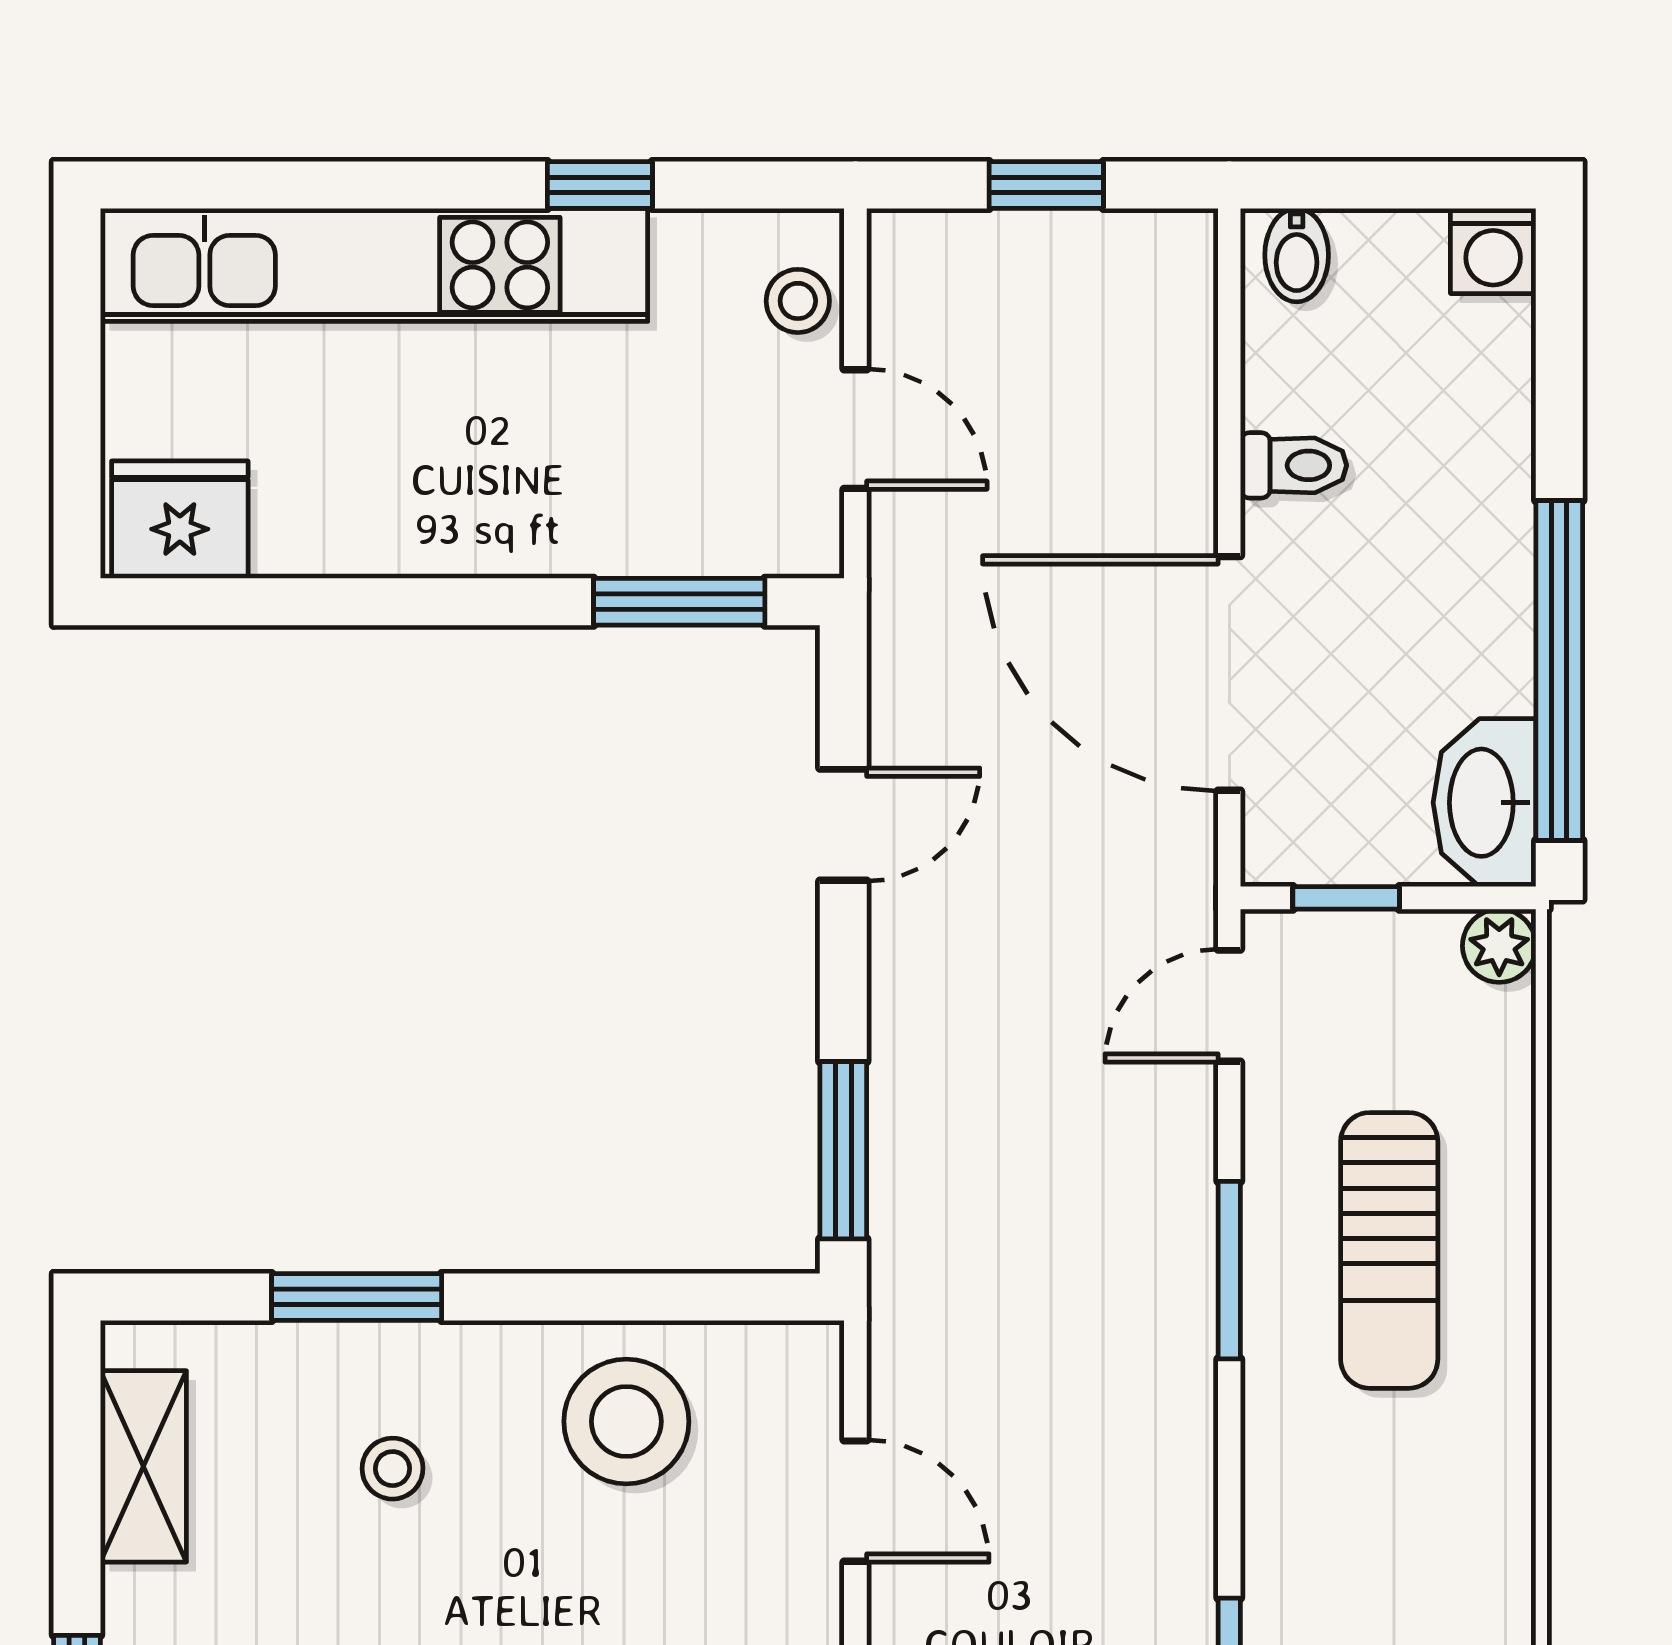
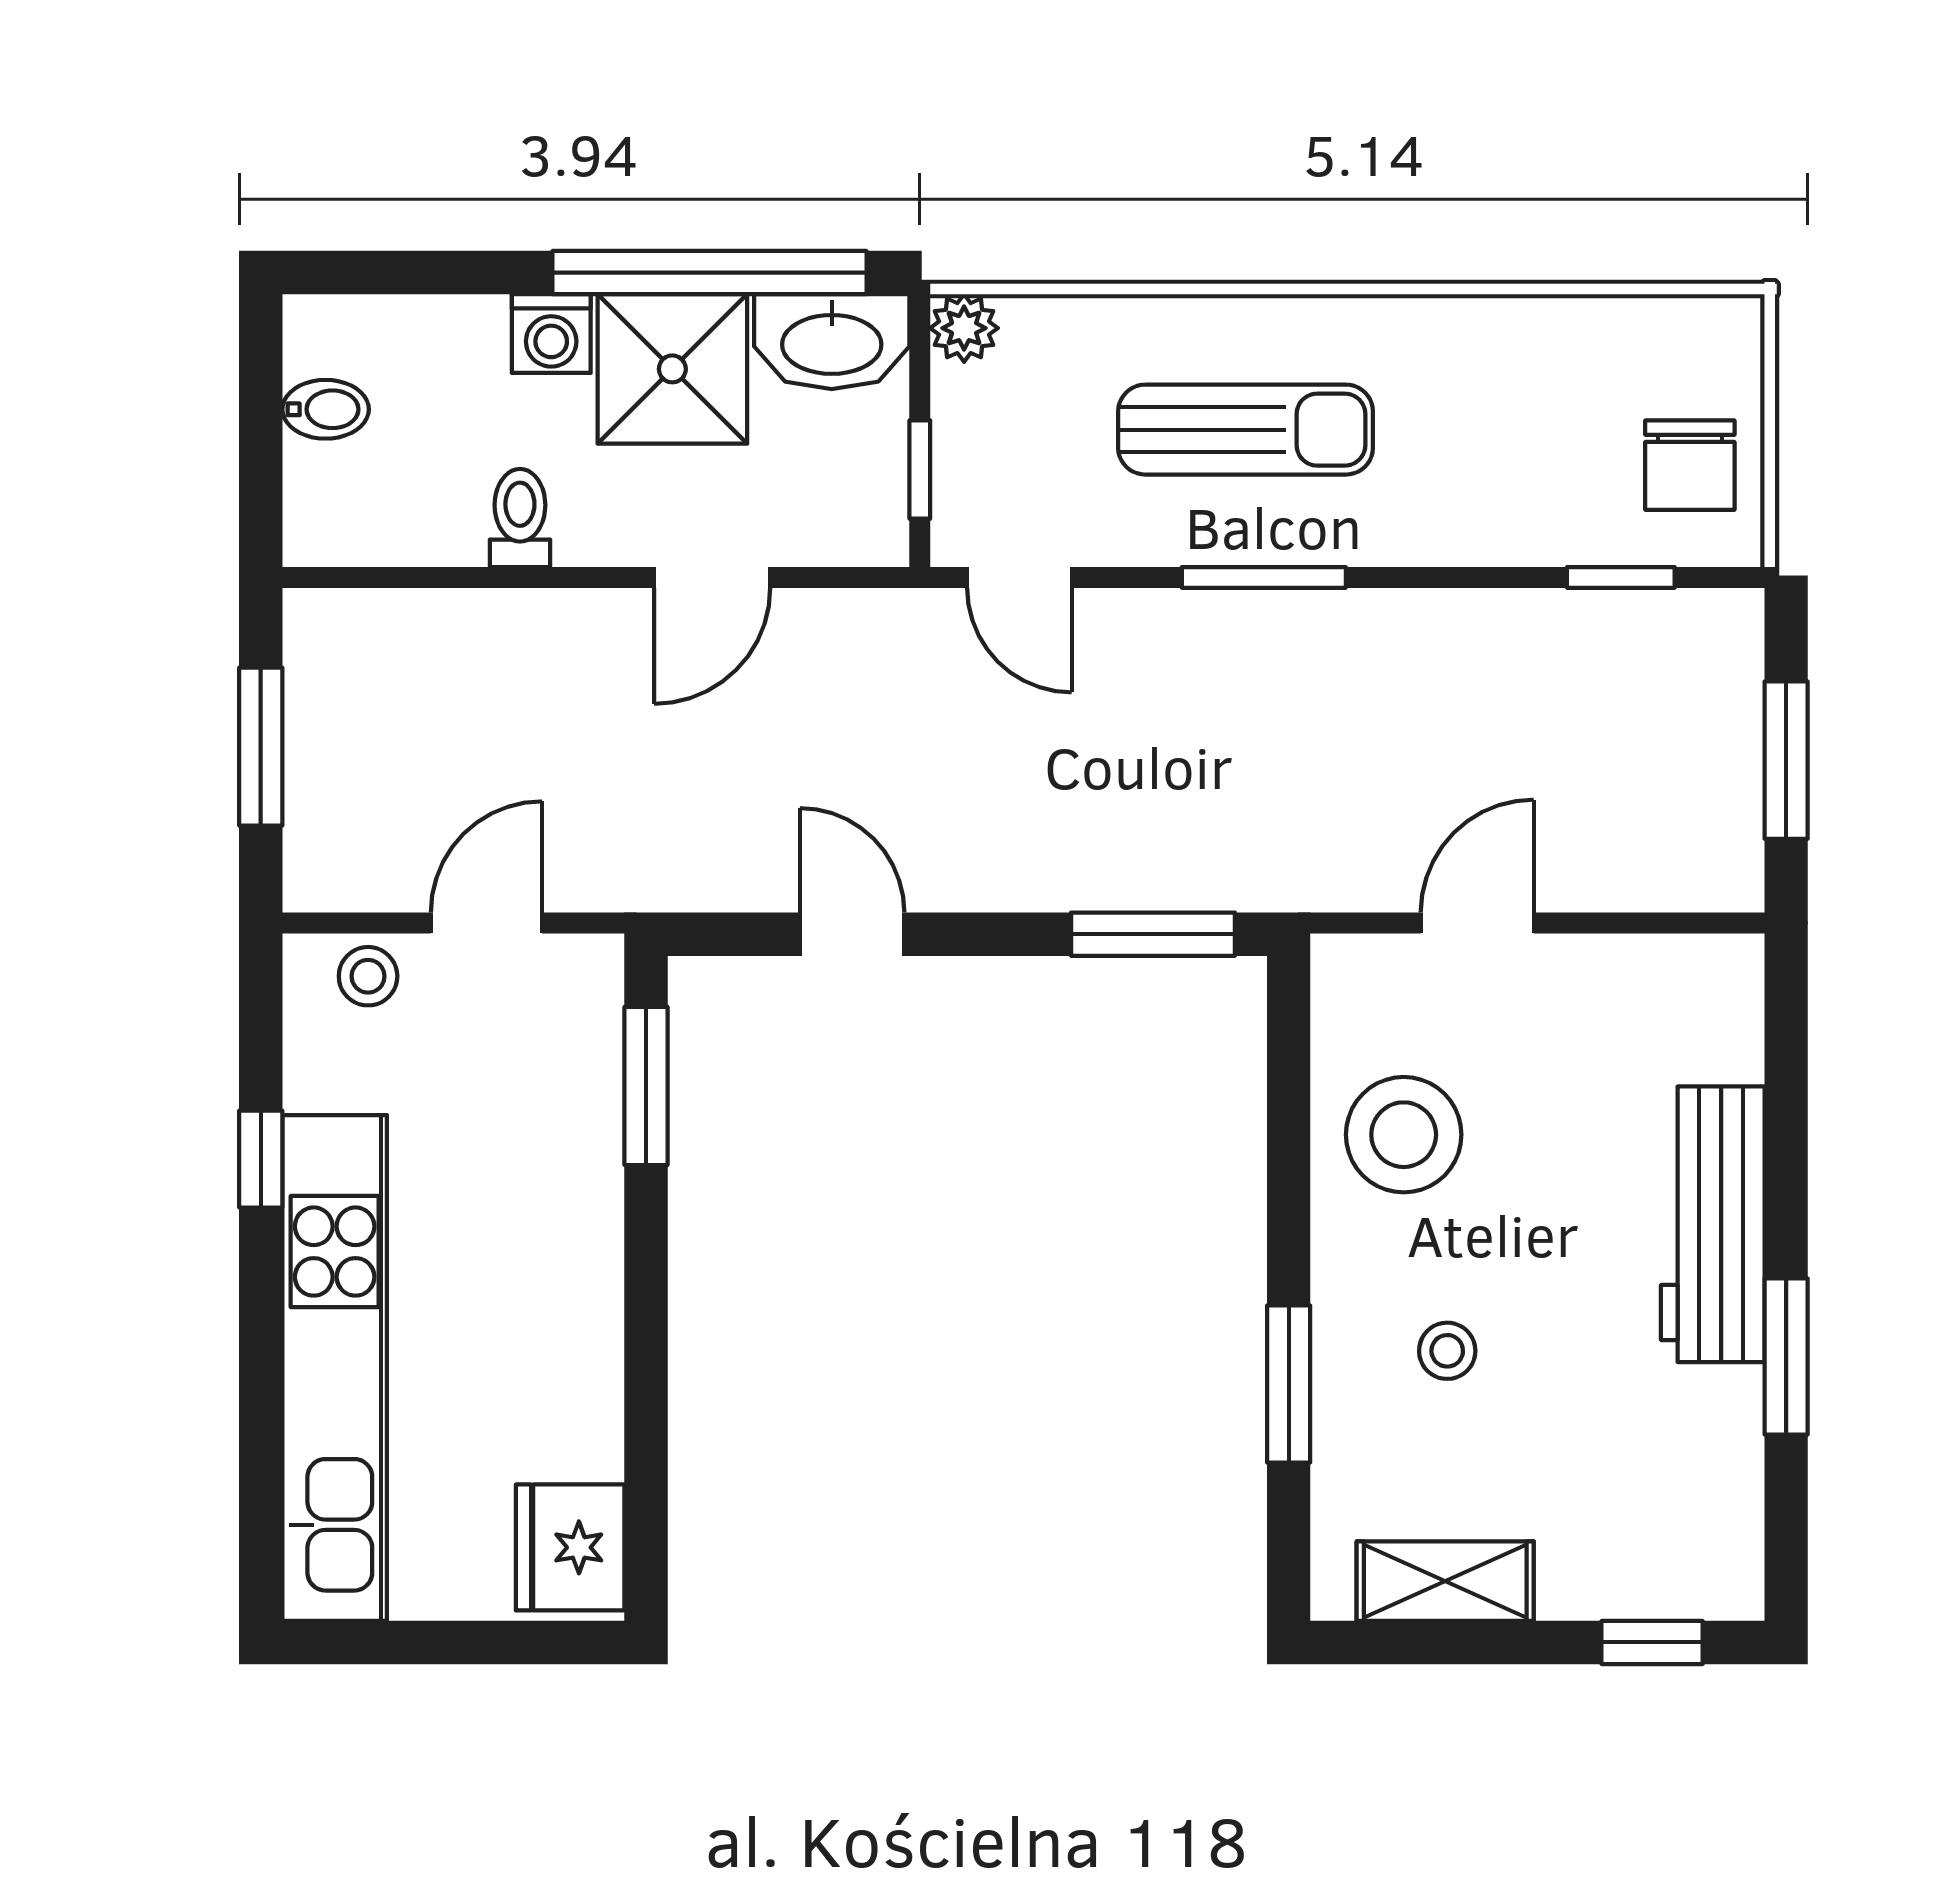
window: (1046, 185) -> (261, 747), width x1.50
washing machine: (1493, 251) -> (551, 334), moved, turned 90
bidet: (1297, 255) -> (326, 409), moved
shower: (1455, 630) -> (672, 369), added
door: (1229, 673) -> (712, 577), width x0.53

